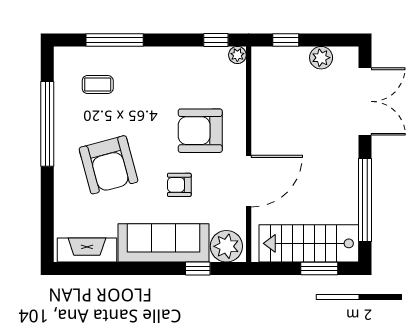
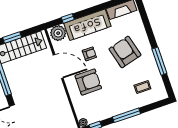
window: (115, 40) -> (127, 115), moved
window: (47, 124) -> (159, 61), width x0.68
door: (249, 181) -> (58, 66), swing flipped

